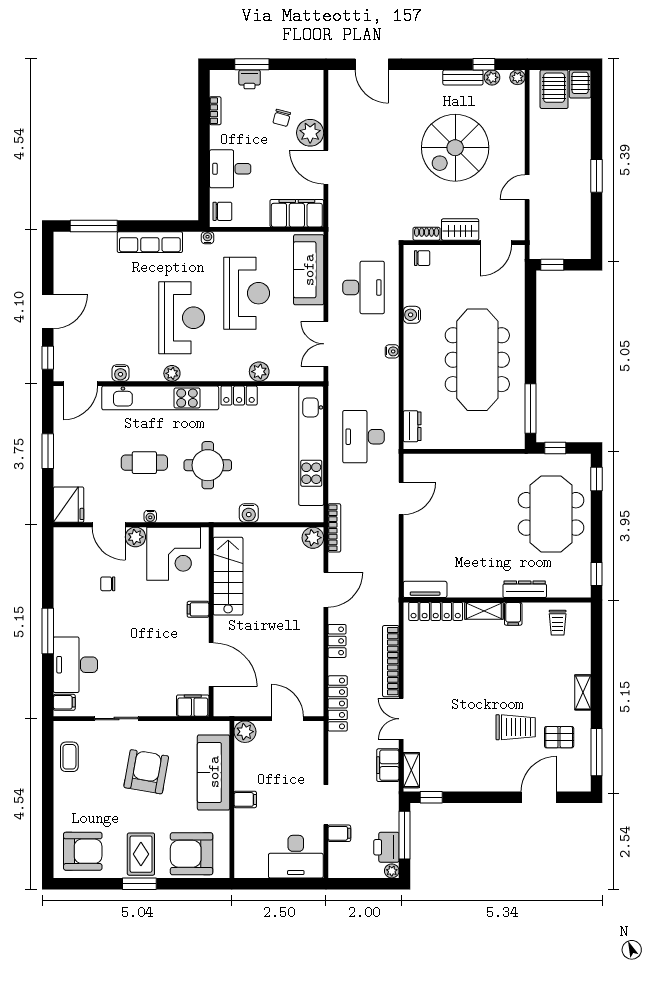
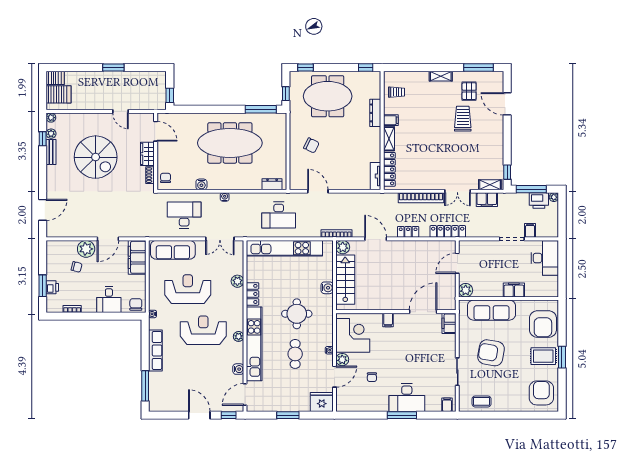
door: (80, 384) -> (245, 394), swing flipped
chair: (473, 488) -> (311, 145), added
stairs: (228, 576) -> (345, 280), moved, turned 90
desk: (75, 665) -> (407, 398), moved
filing cabinet: (245, 799) -> (514, 290), width x2.00

